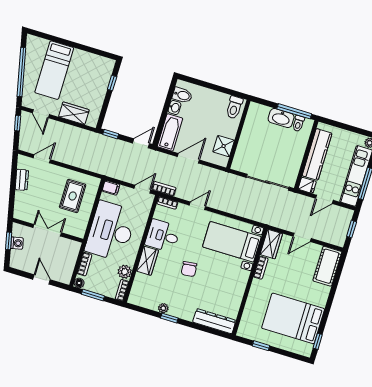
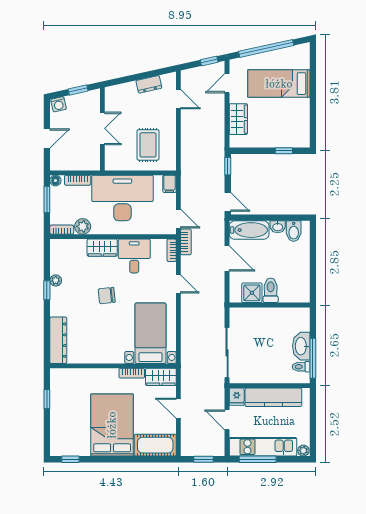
toilet: (234, 107) -> (271, 290), moved, turned 90
rug: (73, 196) -> (148, 145), turned 90
washing machine: (17, 243) -> (59, 104), moved
bed: (293, 318) -> (112, 425), moved

